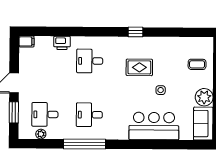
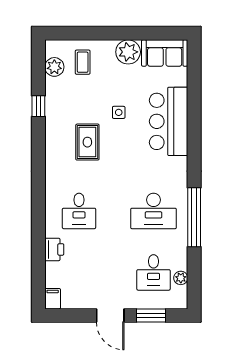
window: (136, 32) -> (38, 106), moved
plant: (194, 44) -> (54, 67), added
desk: (89, 115) -> (153, 211), width x1.37

